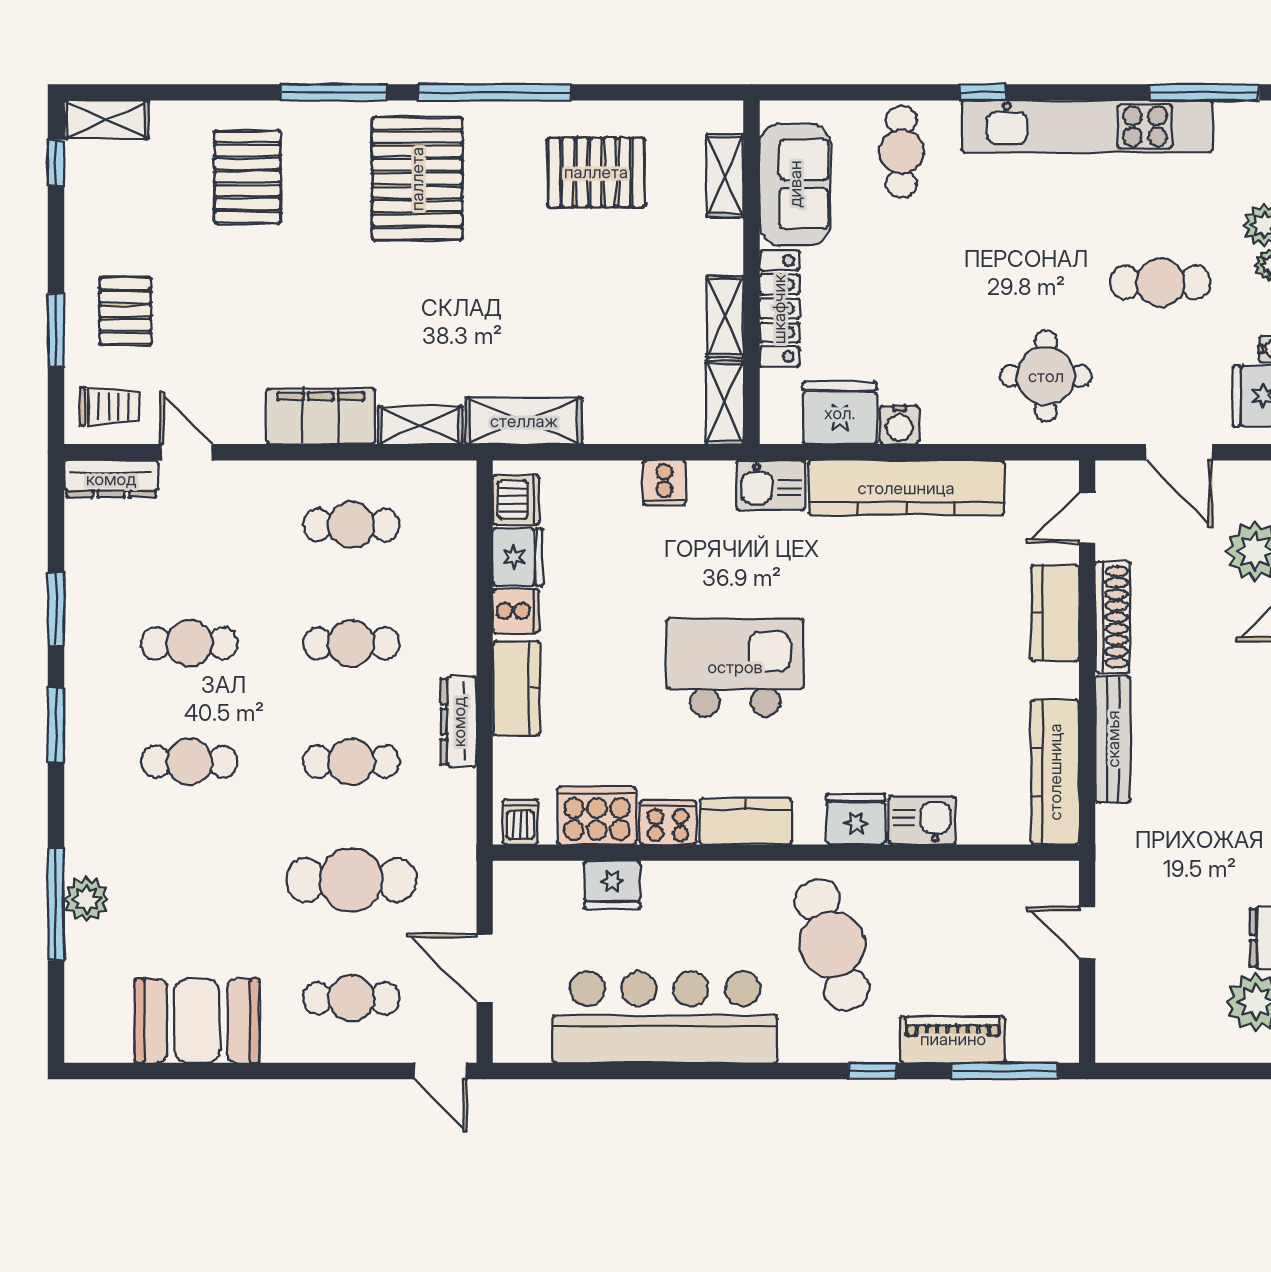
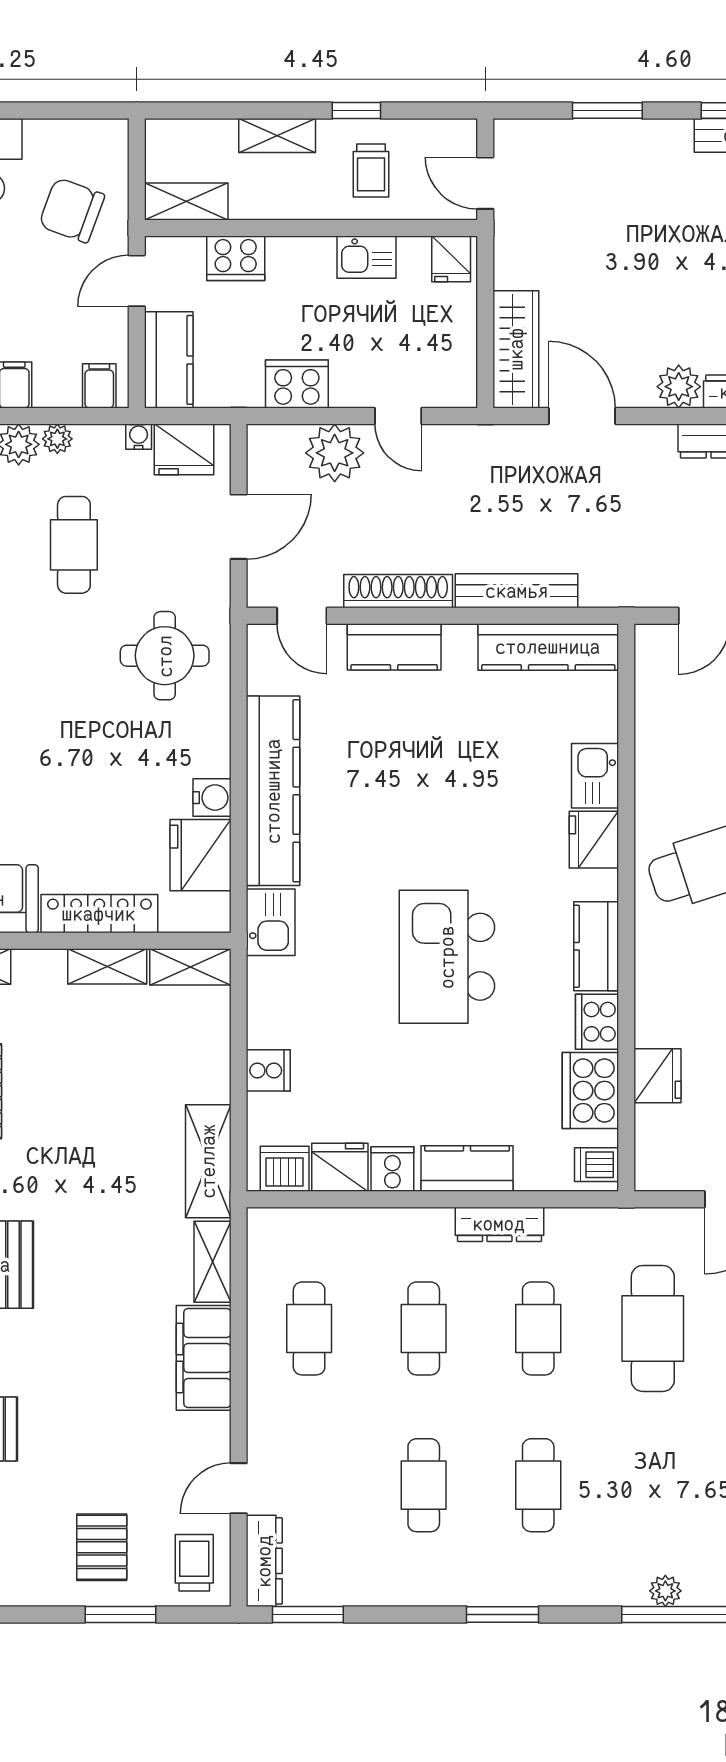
pallet: (125, 311) -> (102, 1547), turned 90
cooker: (664, 483) -> (268, 1070), moved
window: (56, 609) -> (308, 1614), moved
plant: (86, 899) -> (665, 1591), width x0.73, depth x0.73

